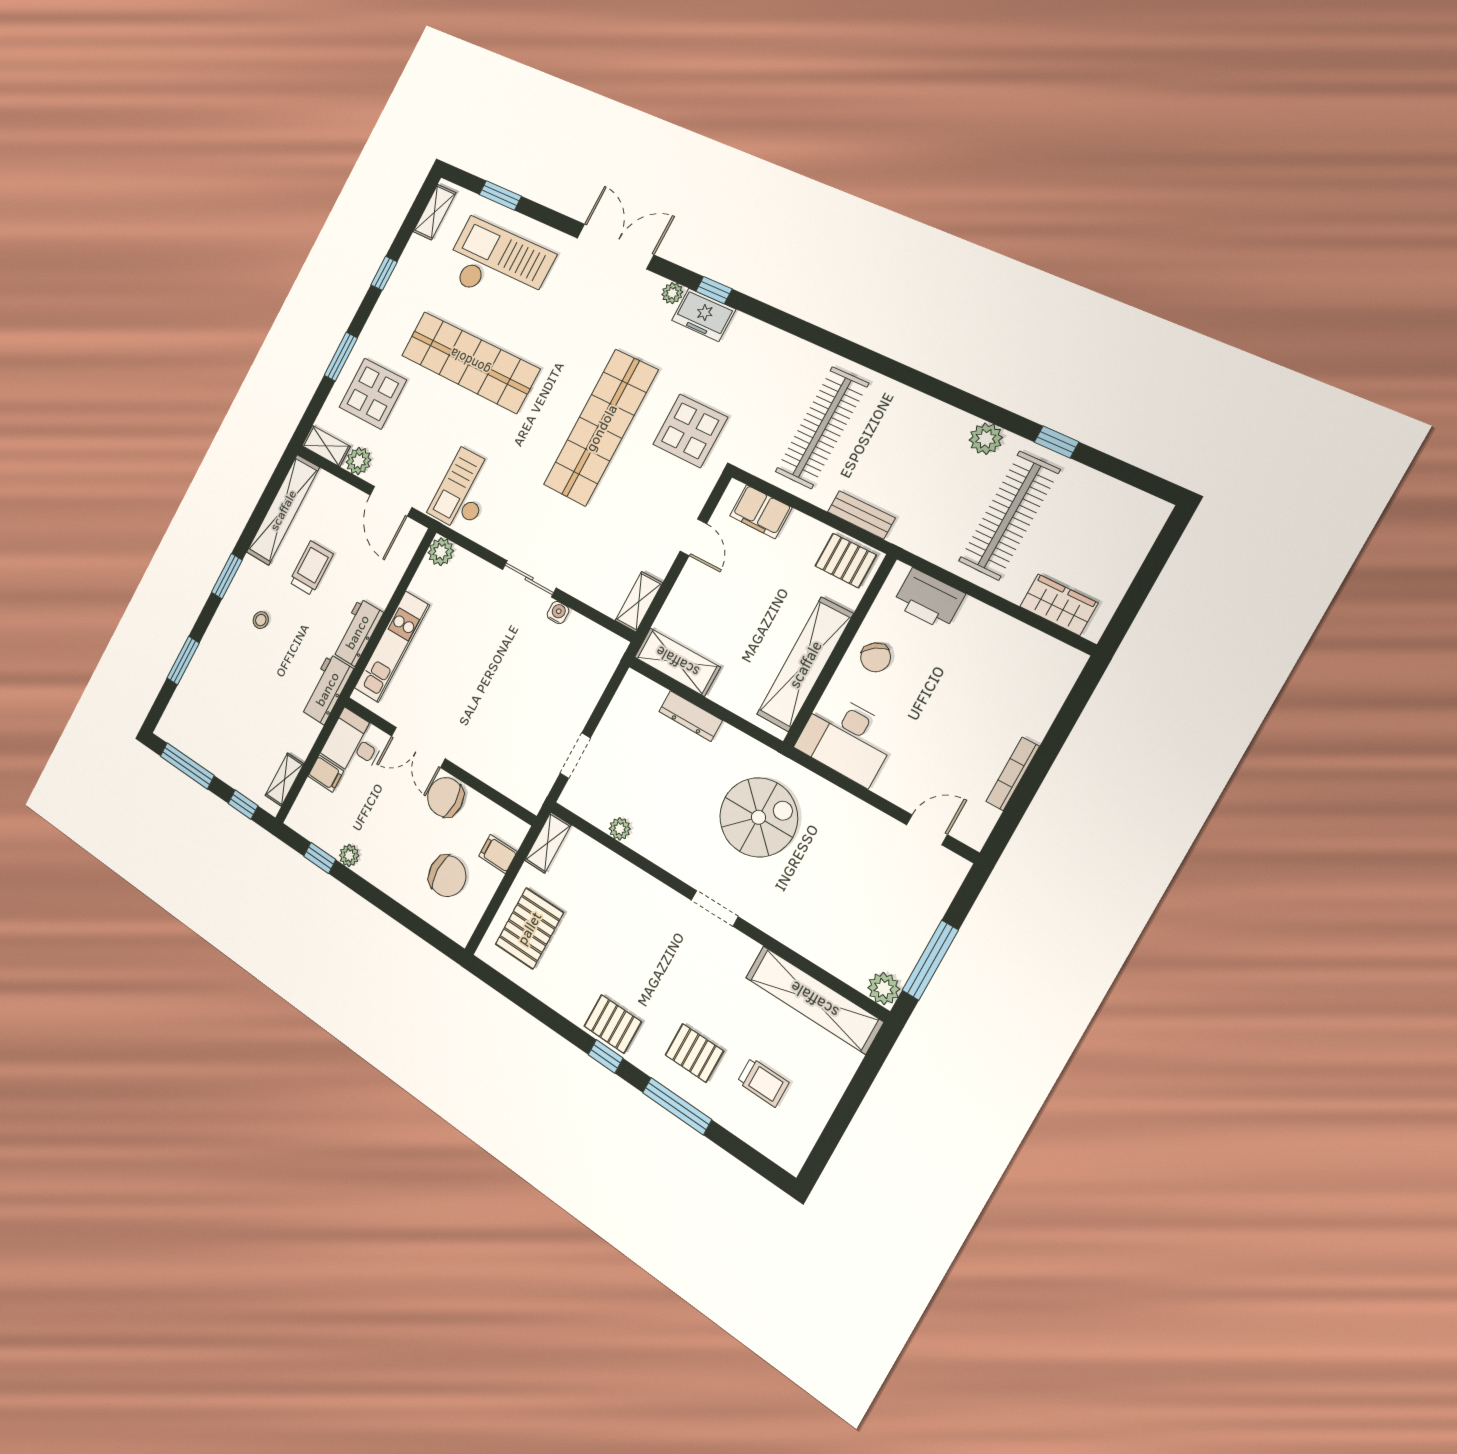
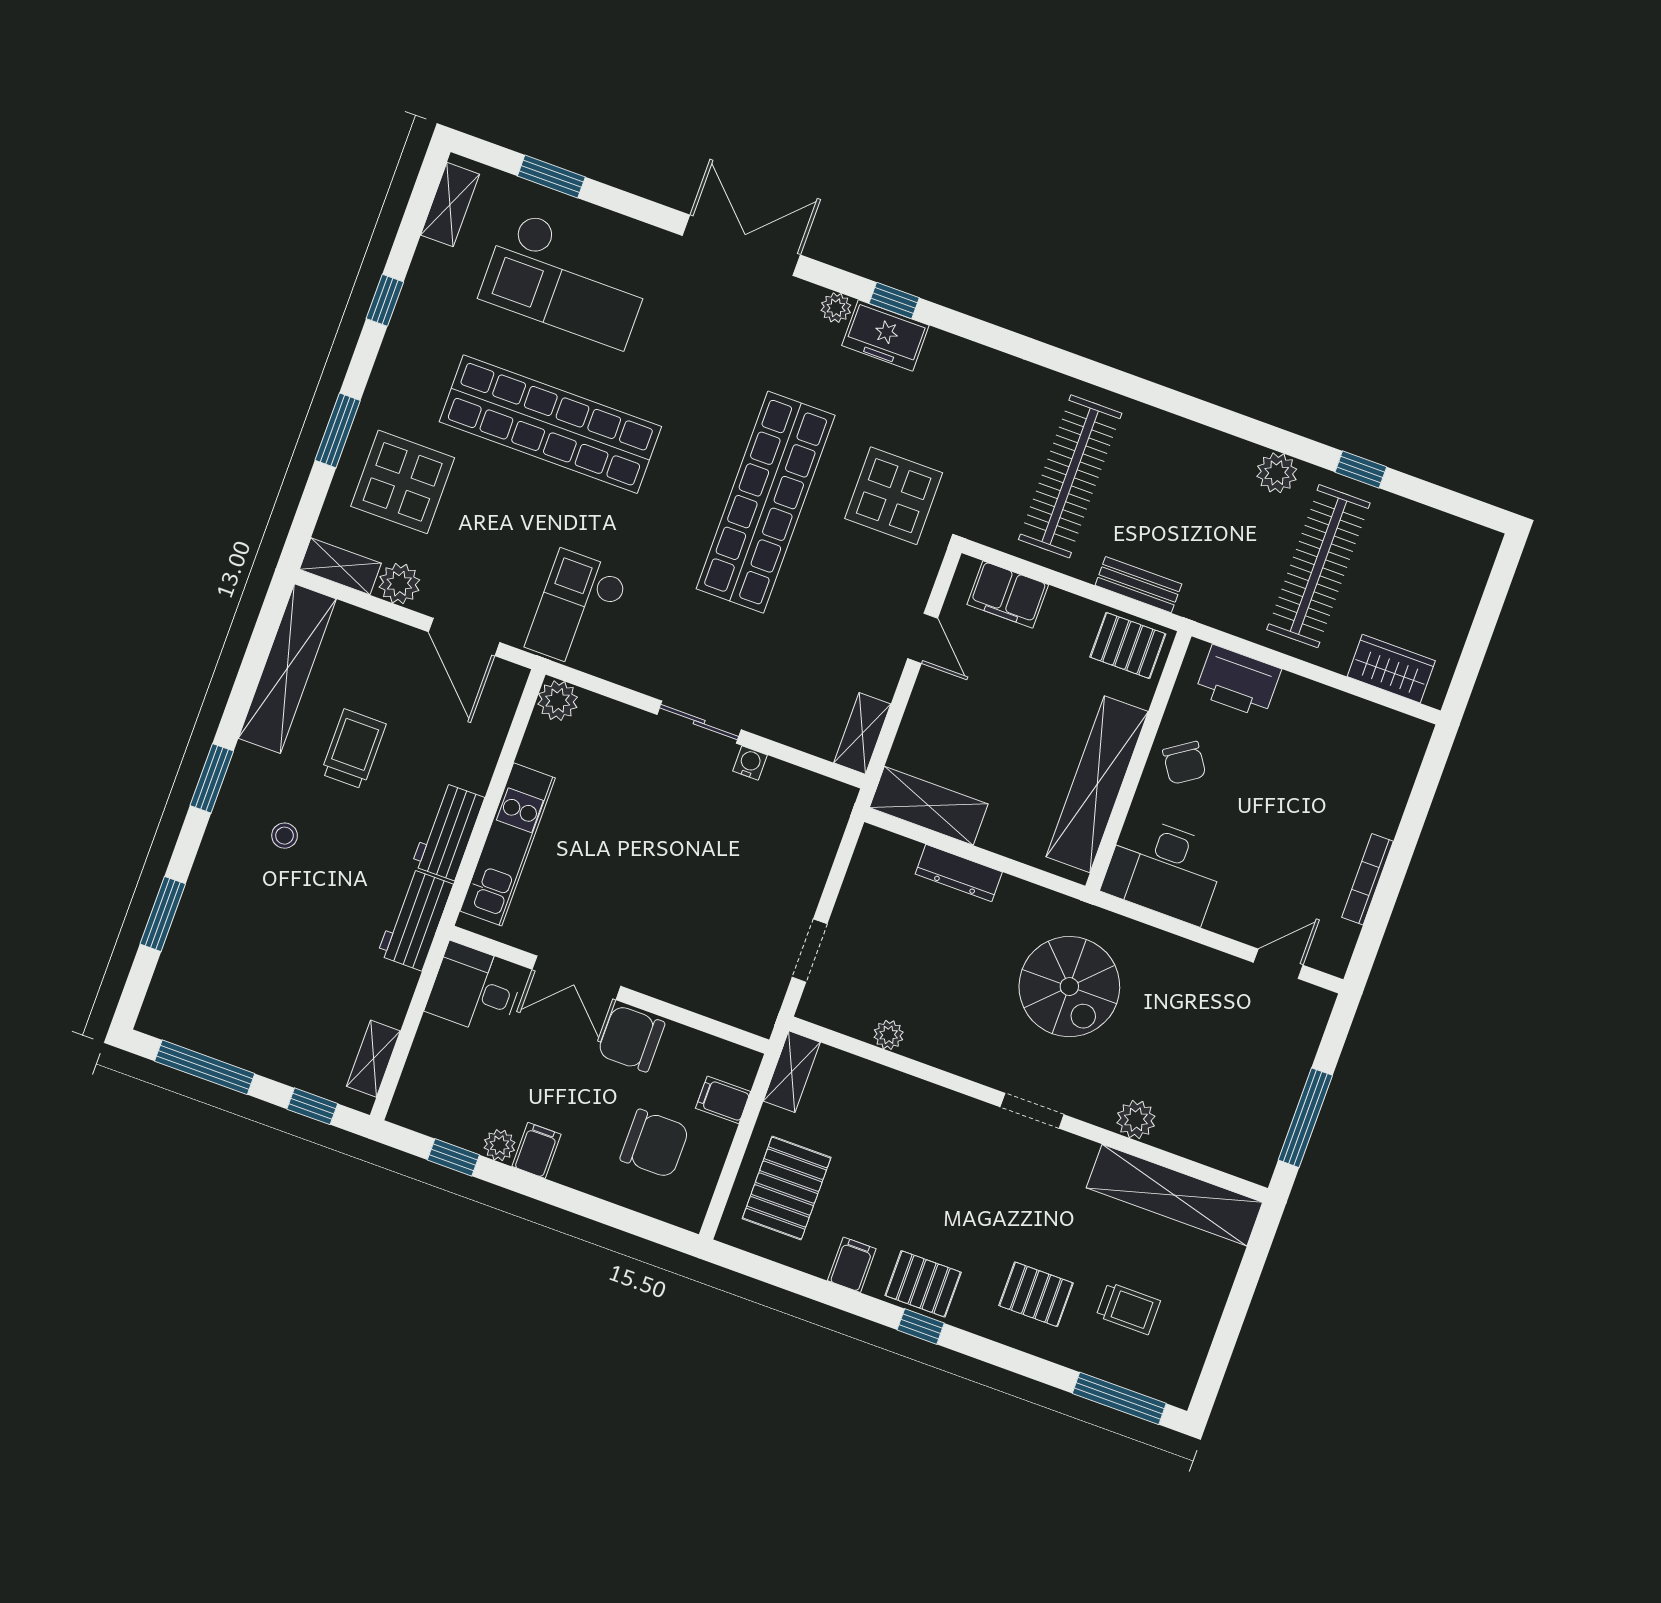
checkout: (498, 265) -> (567, 279), turned 180
filing cabinet: (326, 774) -> (536, 1150), moved, turned -90
spiral stairs: (758, 817) -> (1069, 987), turned 90
plant: (884, 988) -> (1136, 1119), moved
filing cabinet: (565, 997) -> (852, 1265), added
window: (677, 1106) -> (1119, 1398), moved

